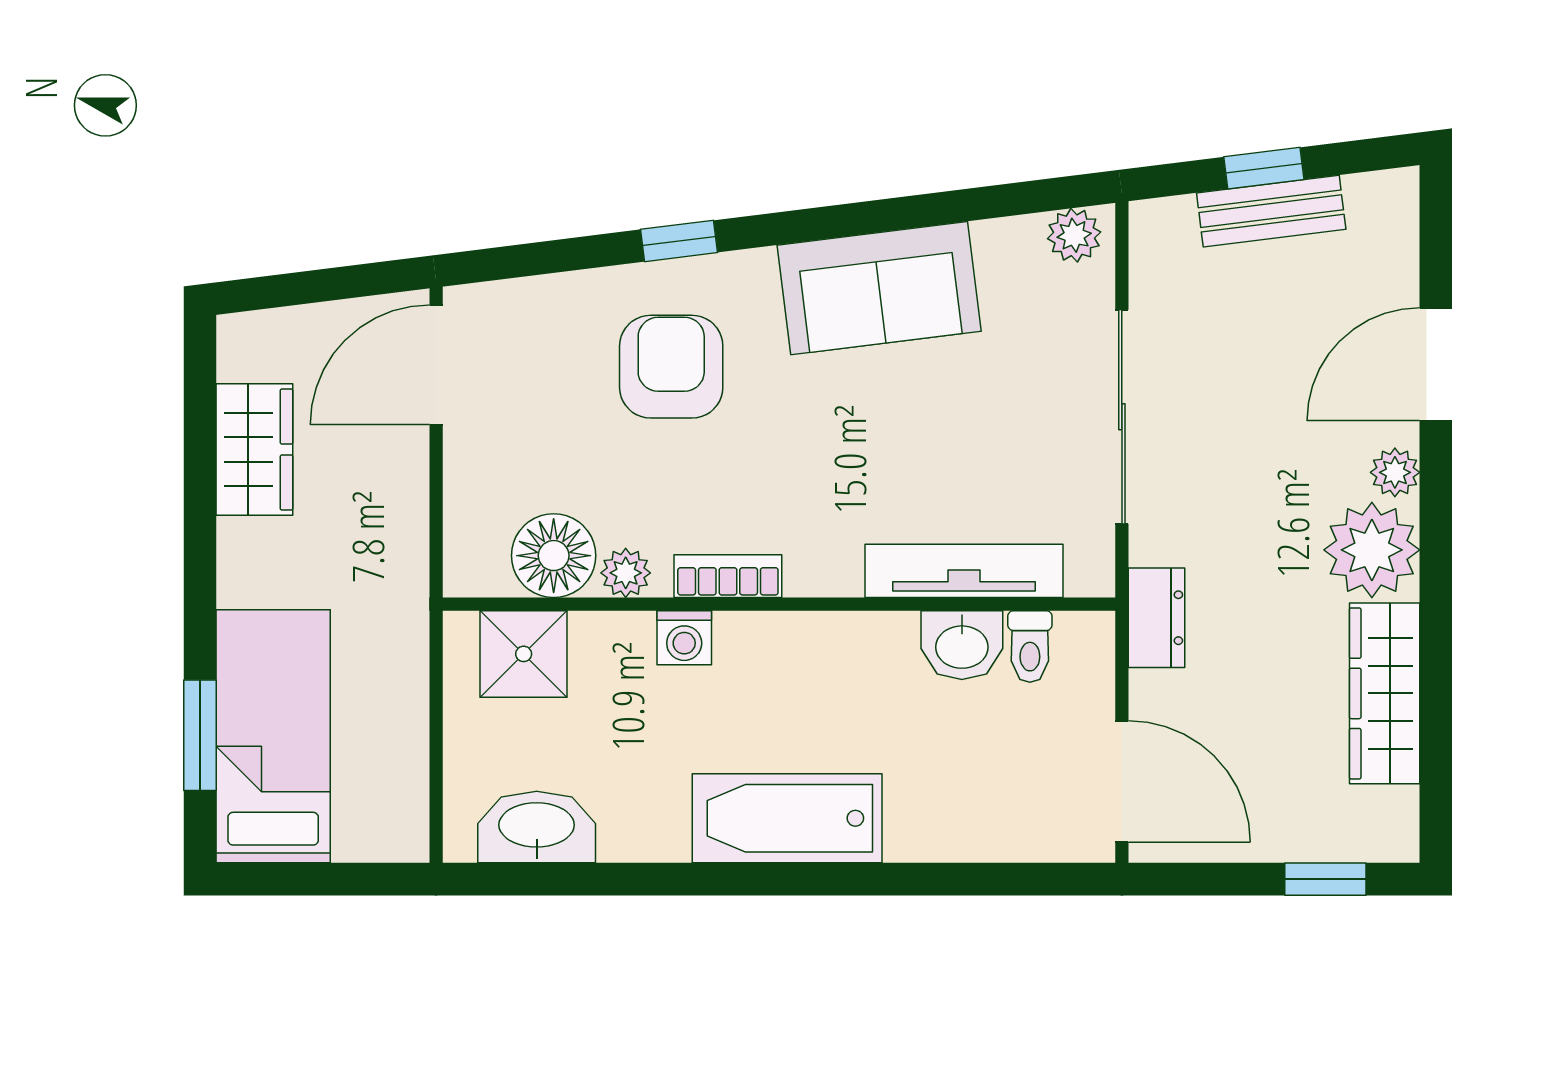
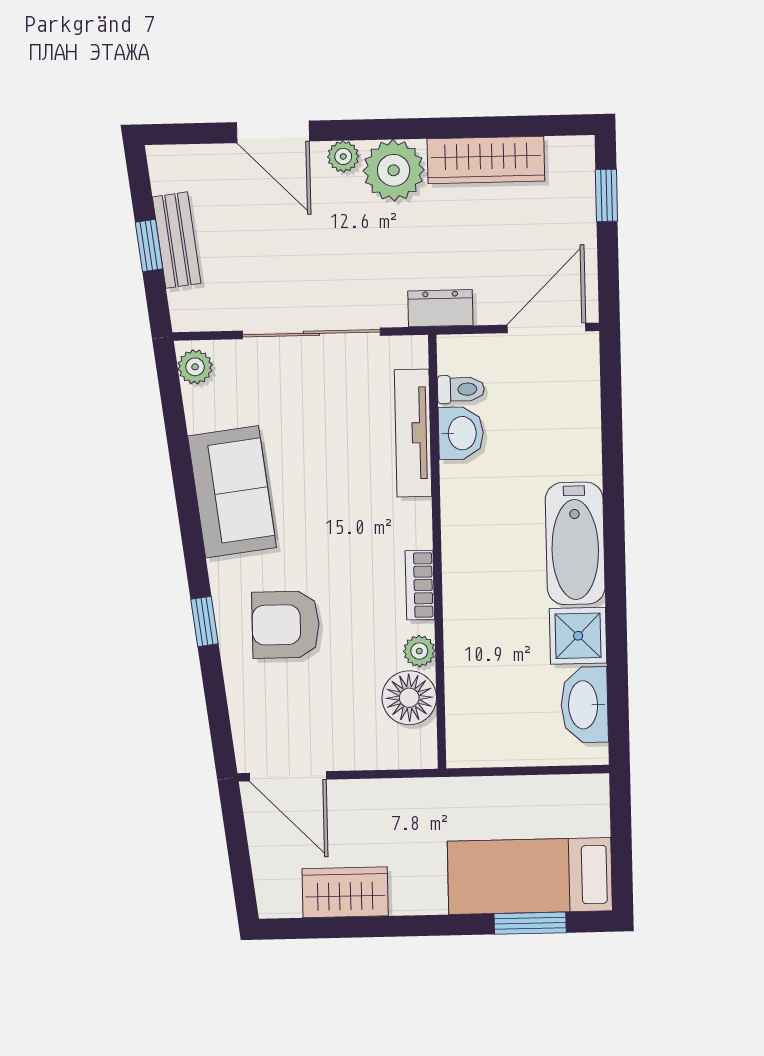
washing machine: (684, 638) -> (460, 612), removed
shower: (524, 654) -> (578, 636), moved

